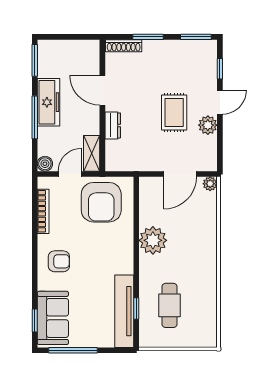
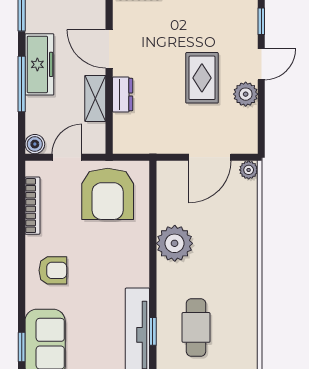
shelving: (92, 153) -> (95, 98), moved

